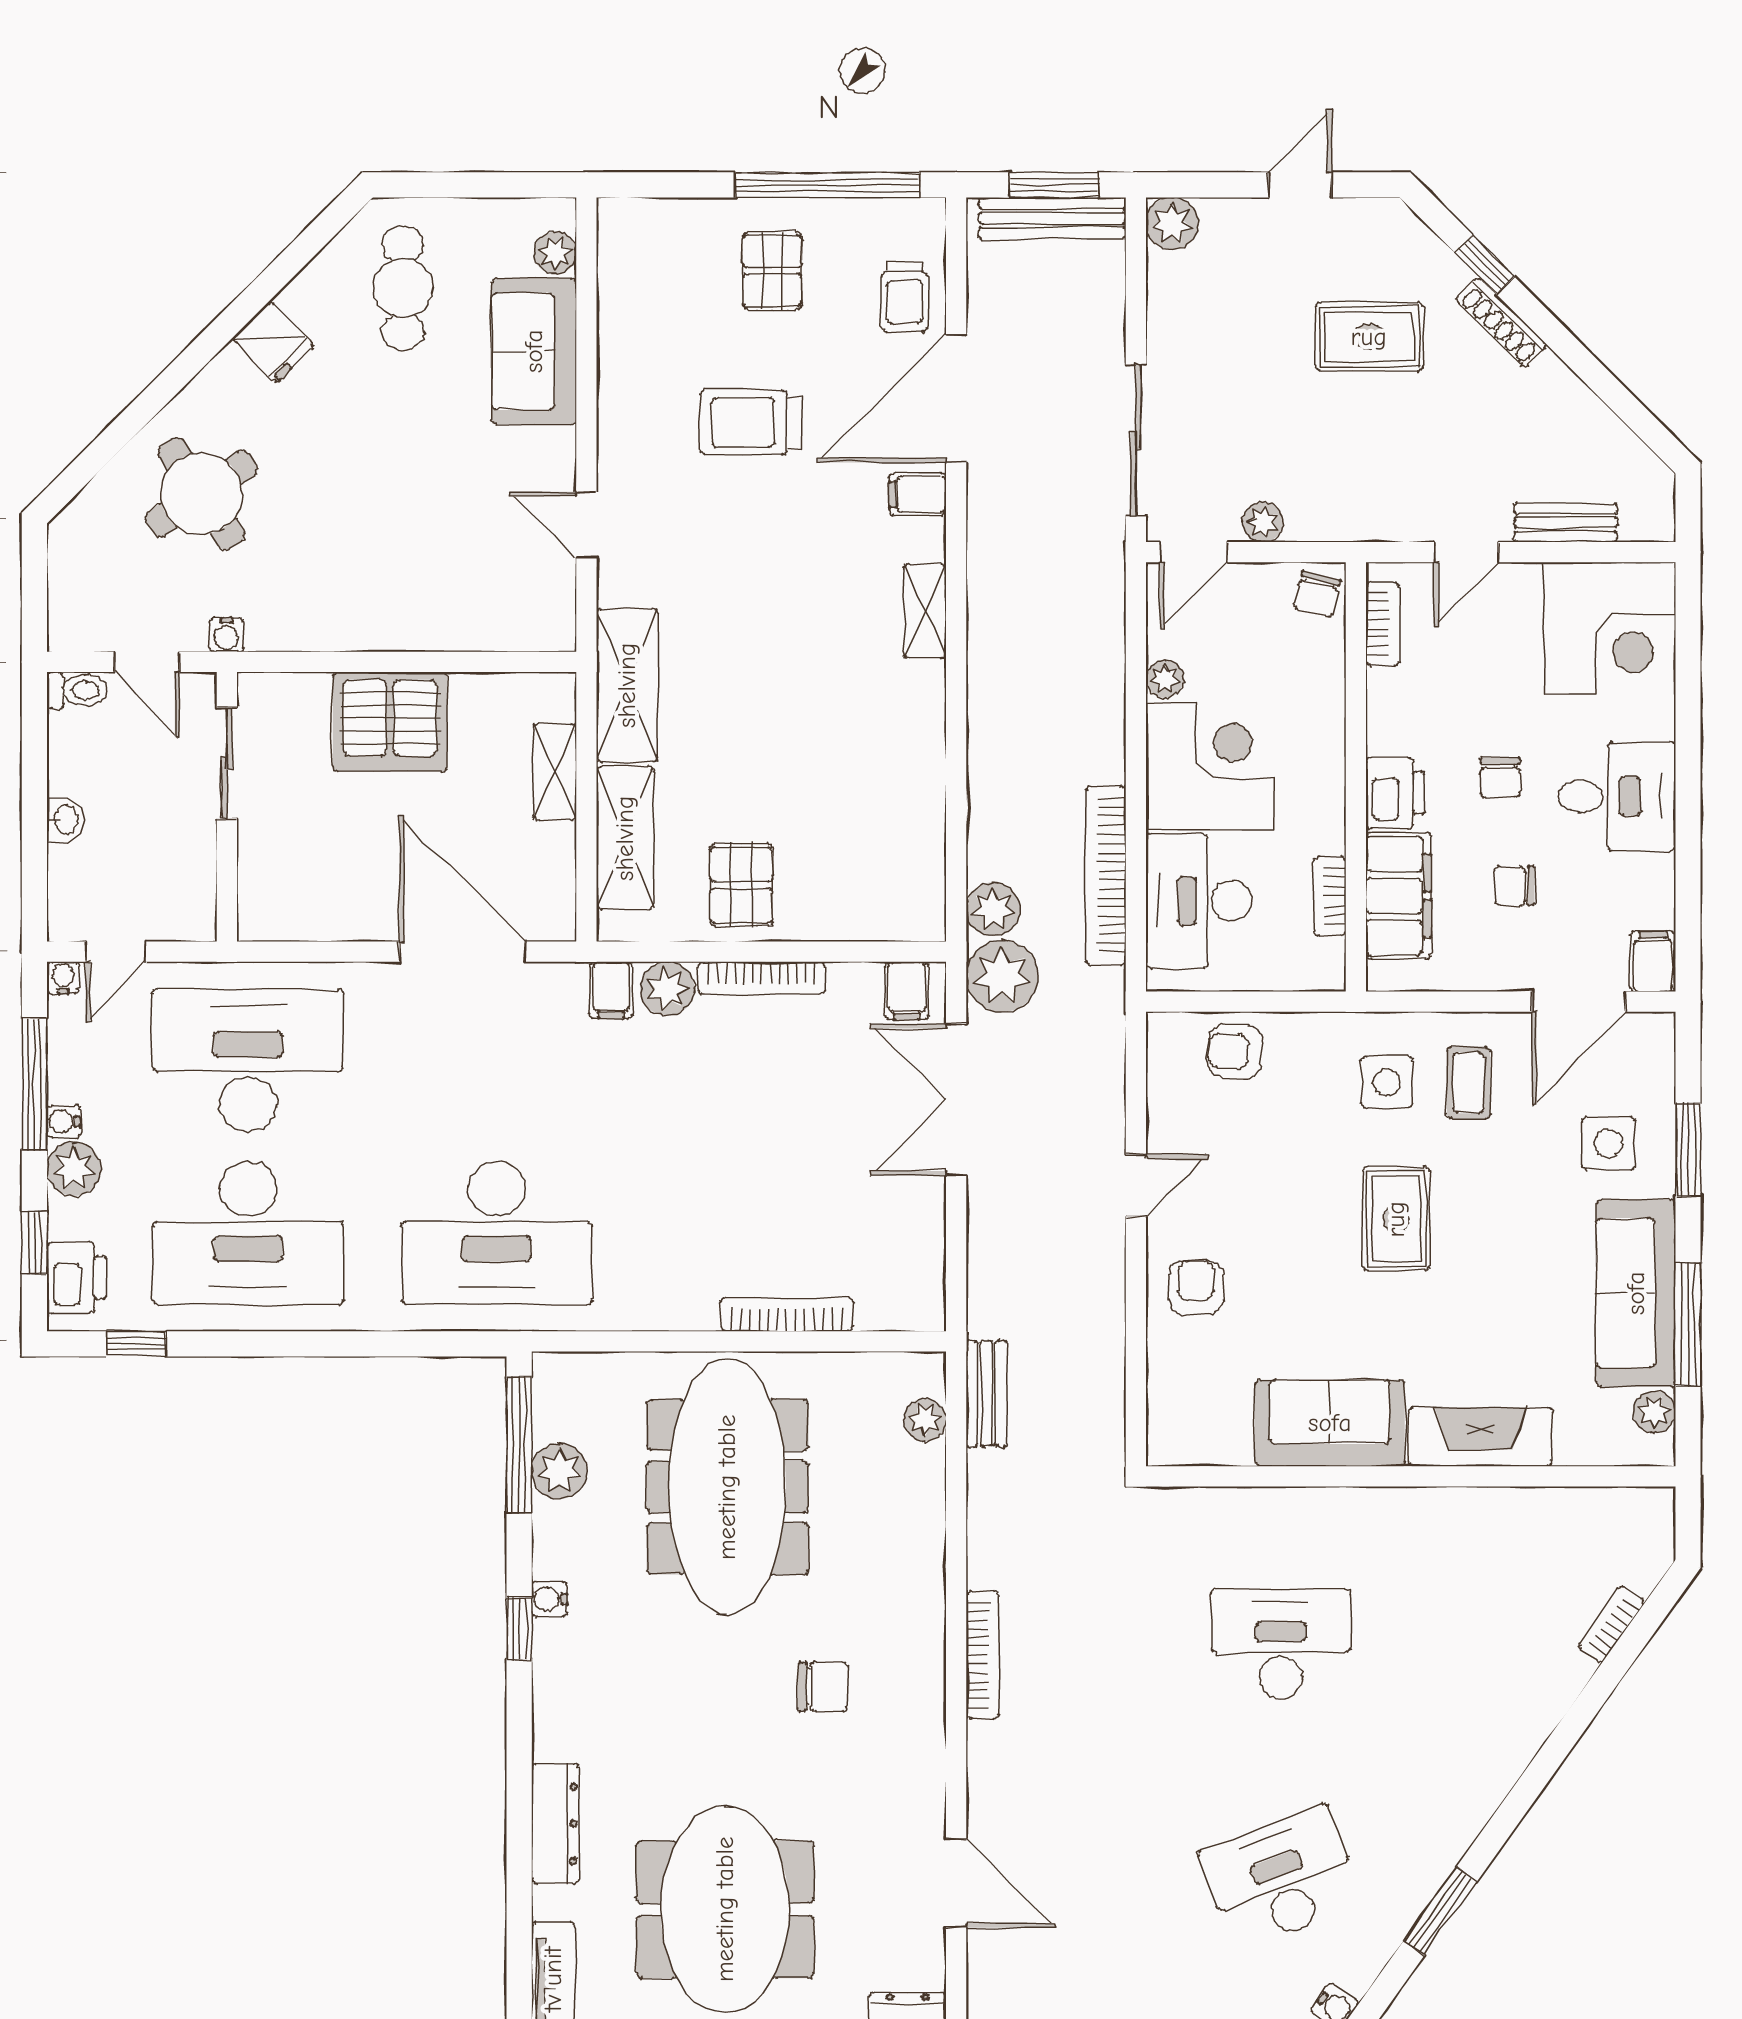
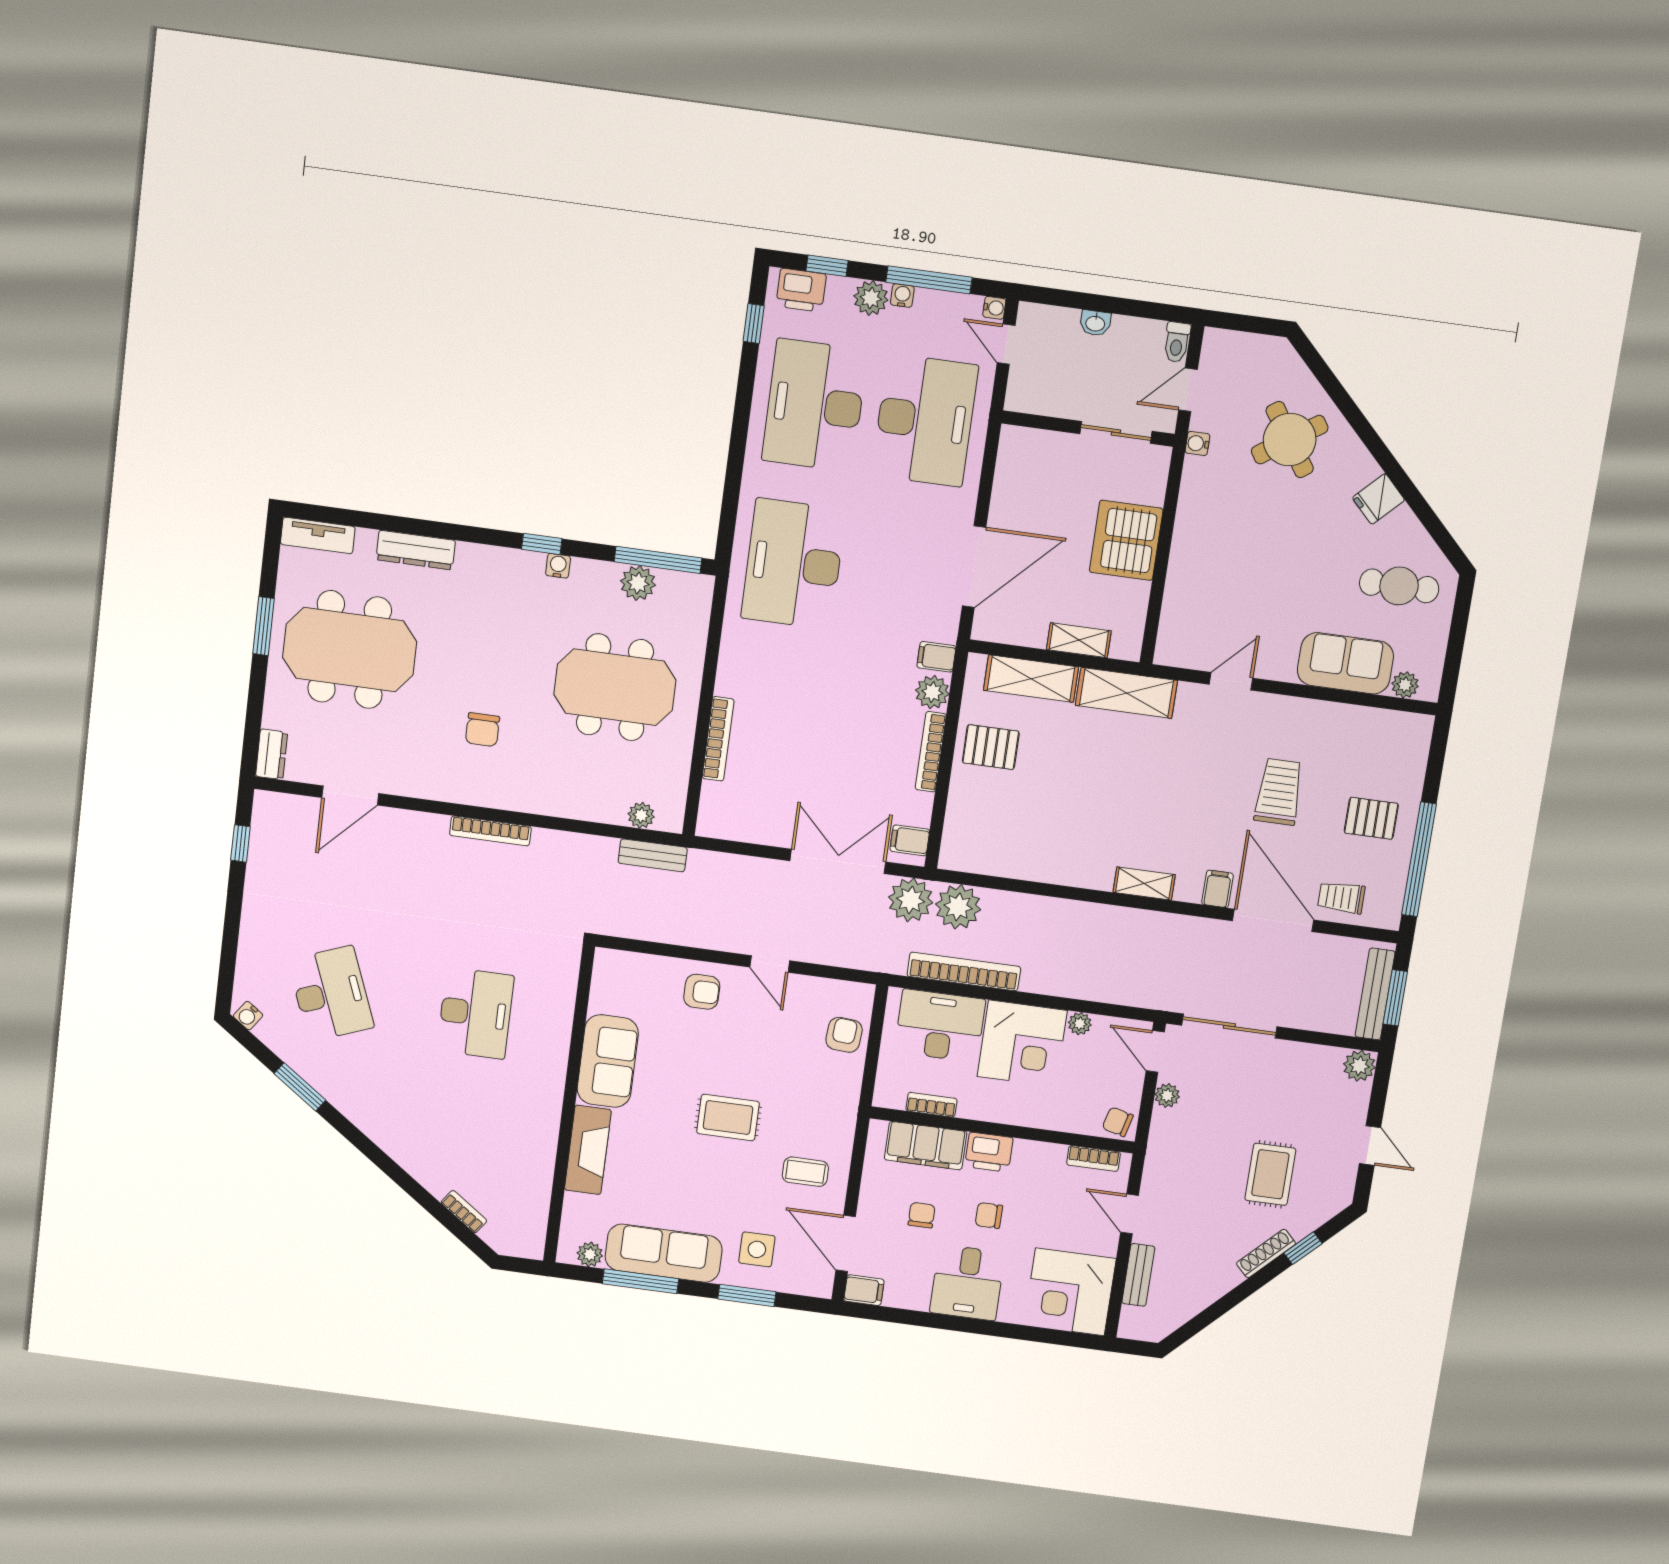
plant: (993, 909) -> (958, 907), width x1.36, depth x1.36
side table: (1387, 1082) -> (812, 1123), removed
meeting table: (727, 1487) -> (615, 687), width x0.73

